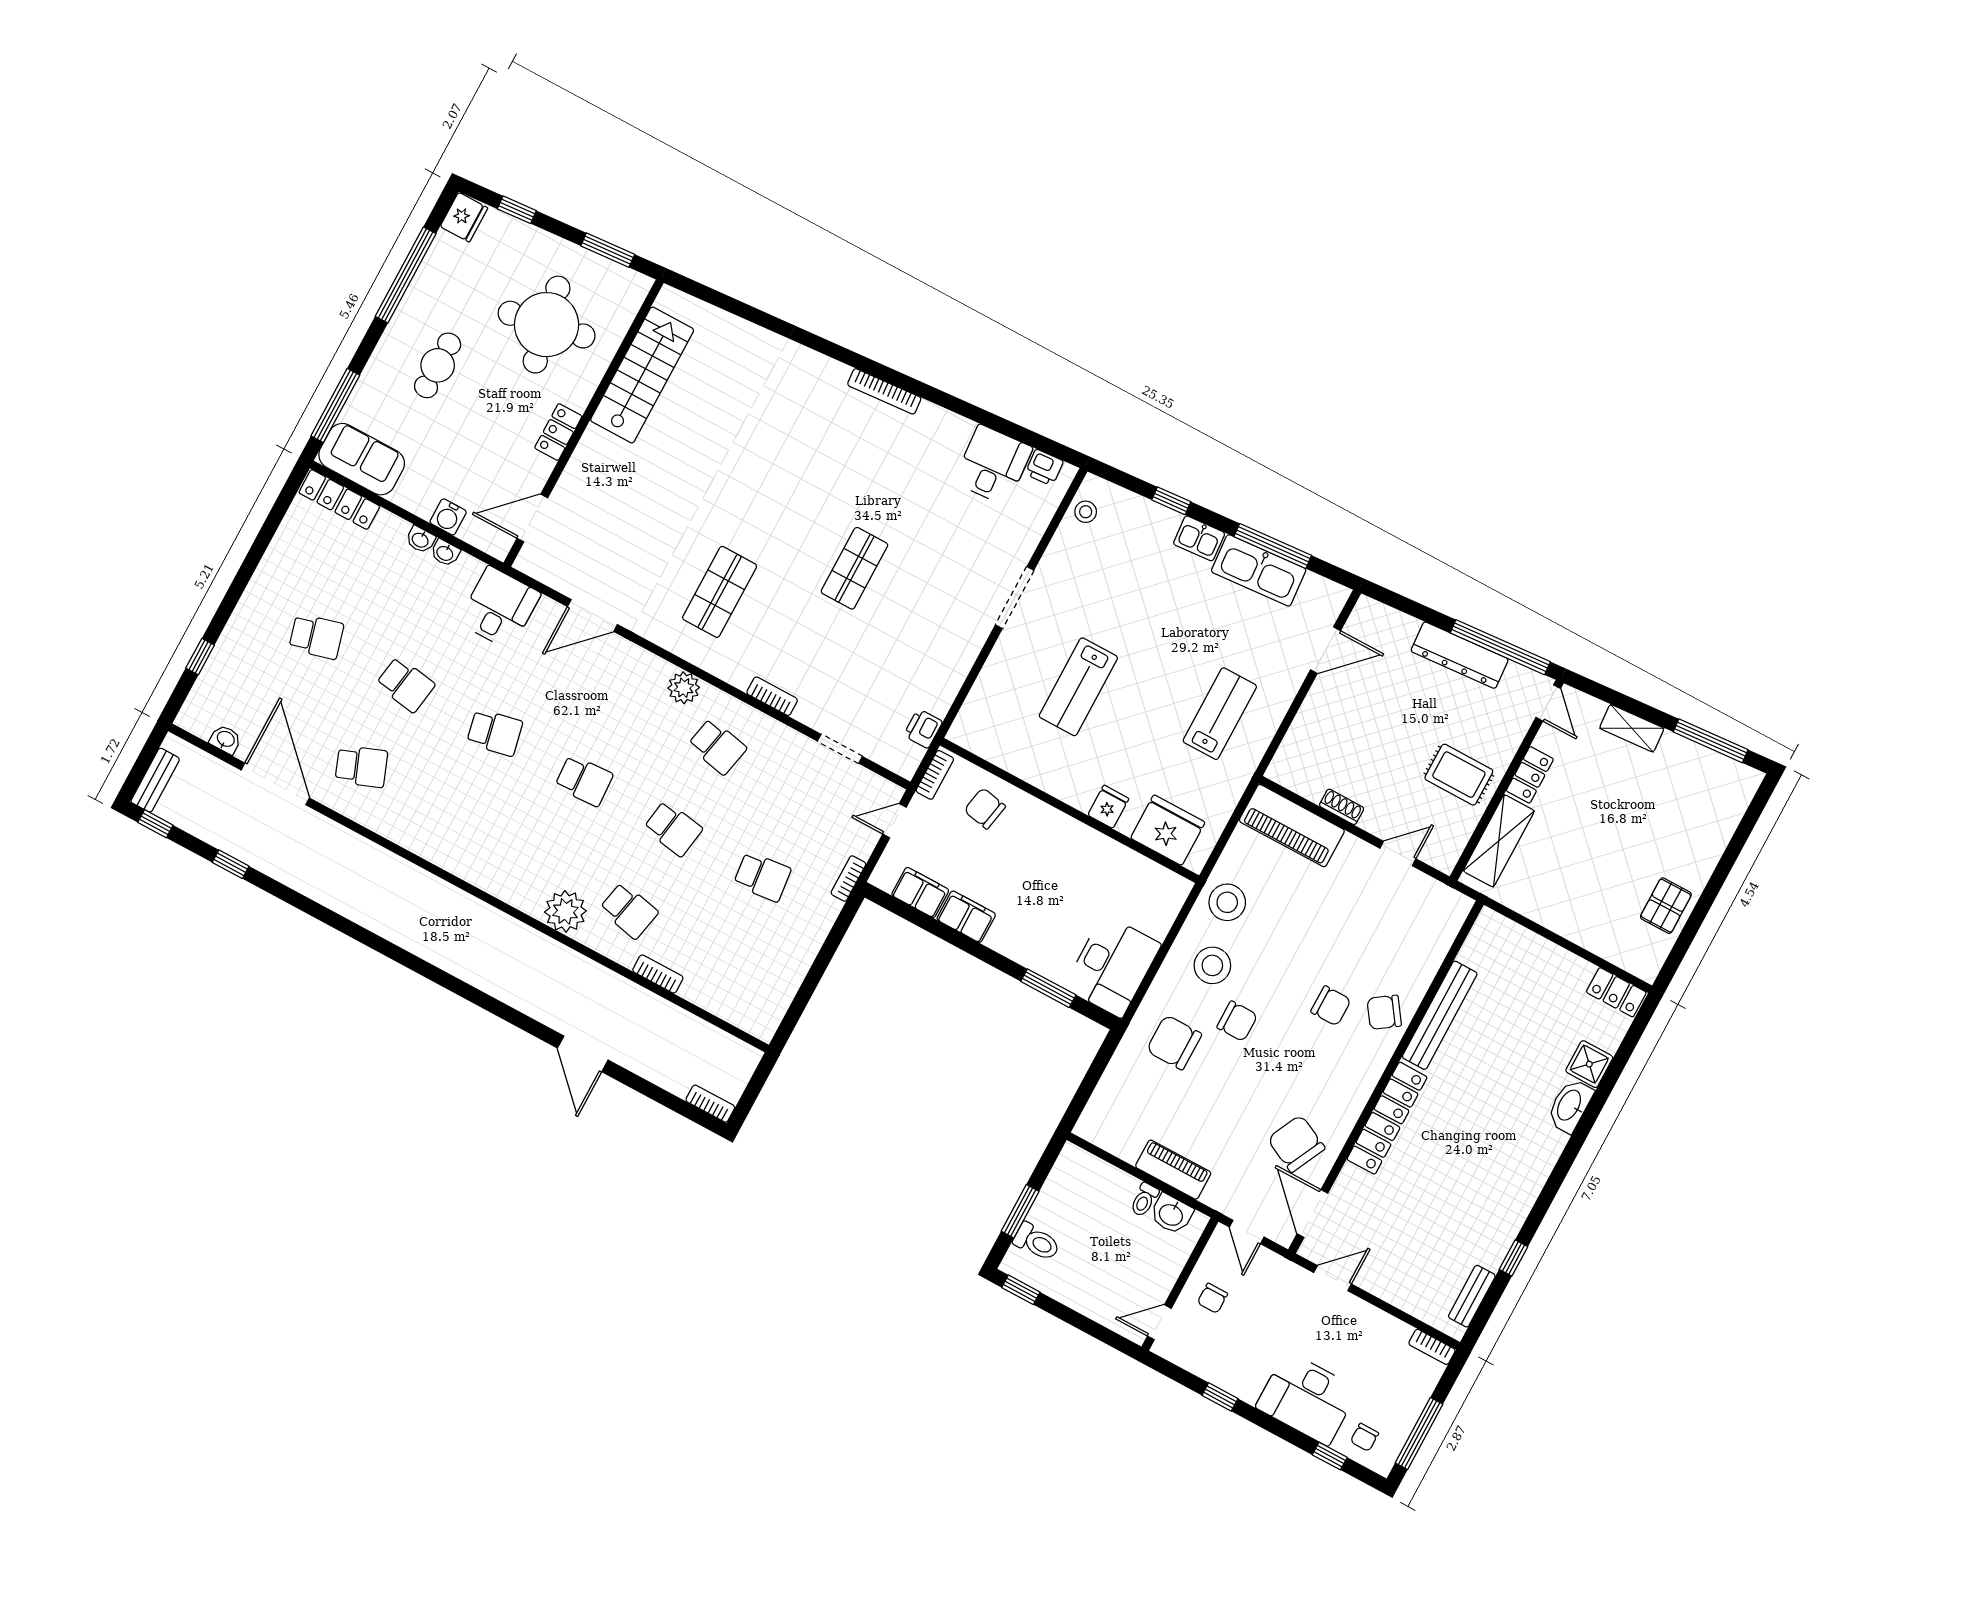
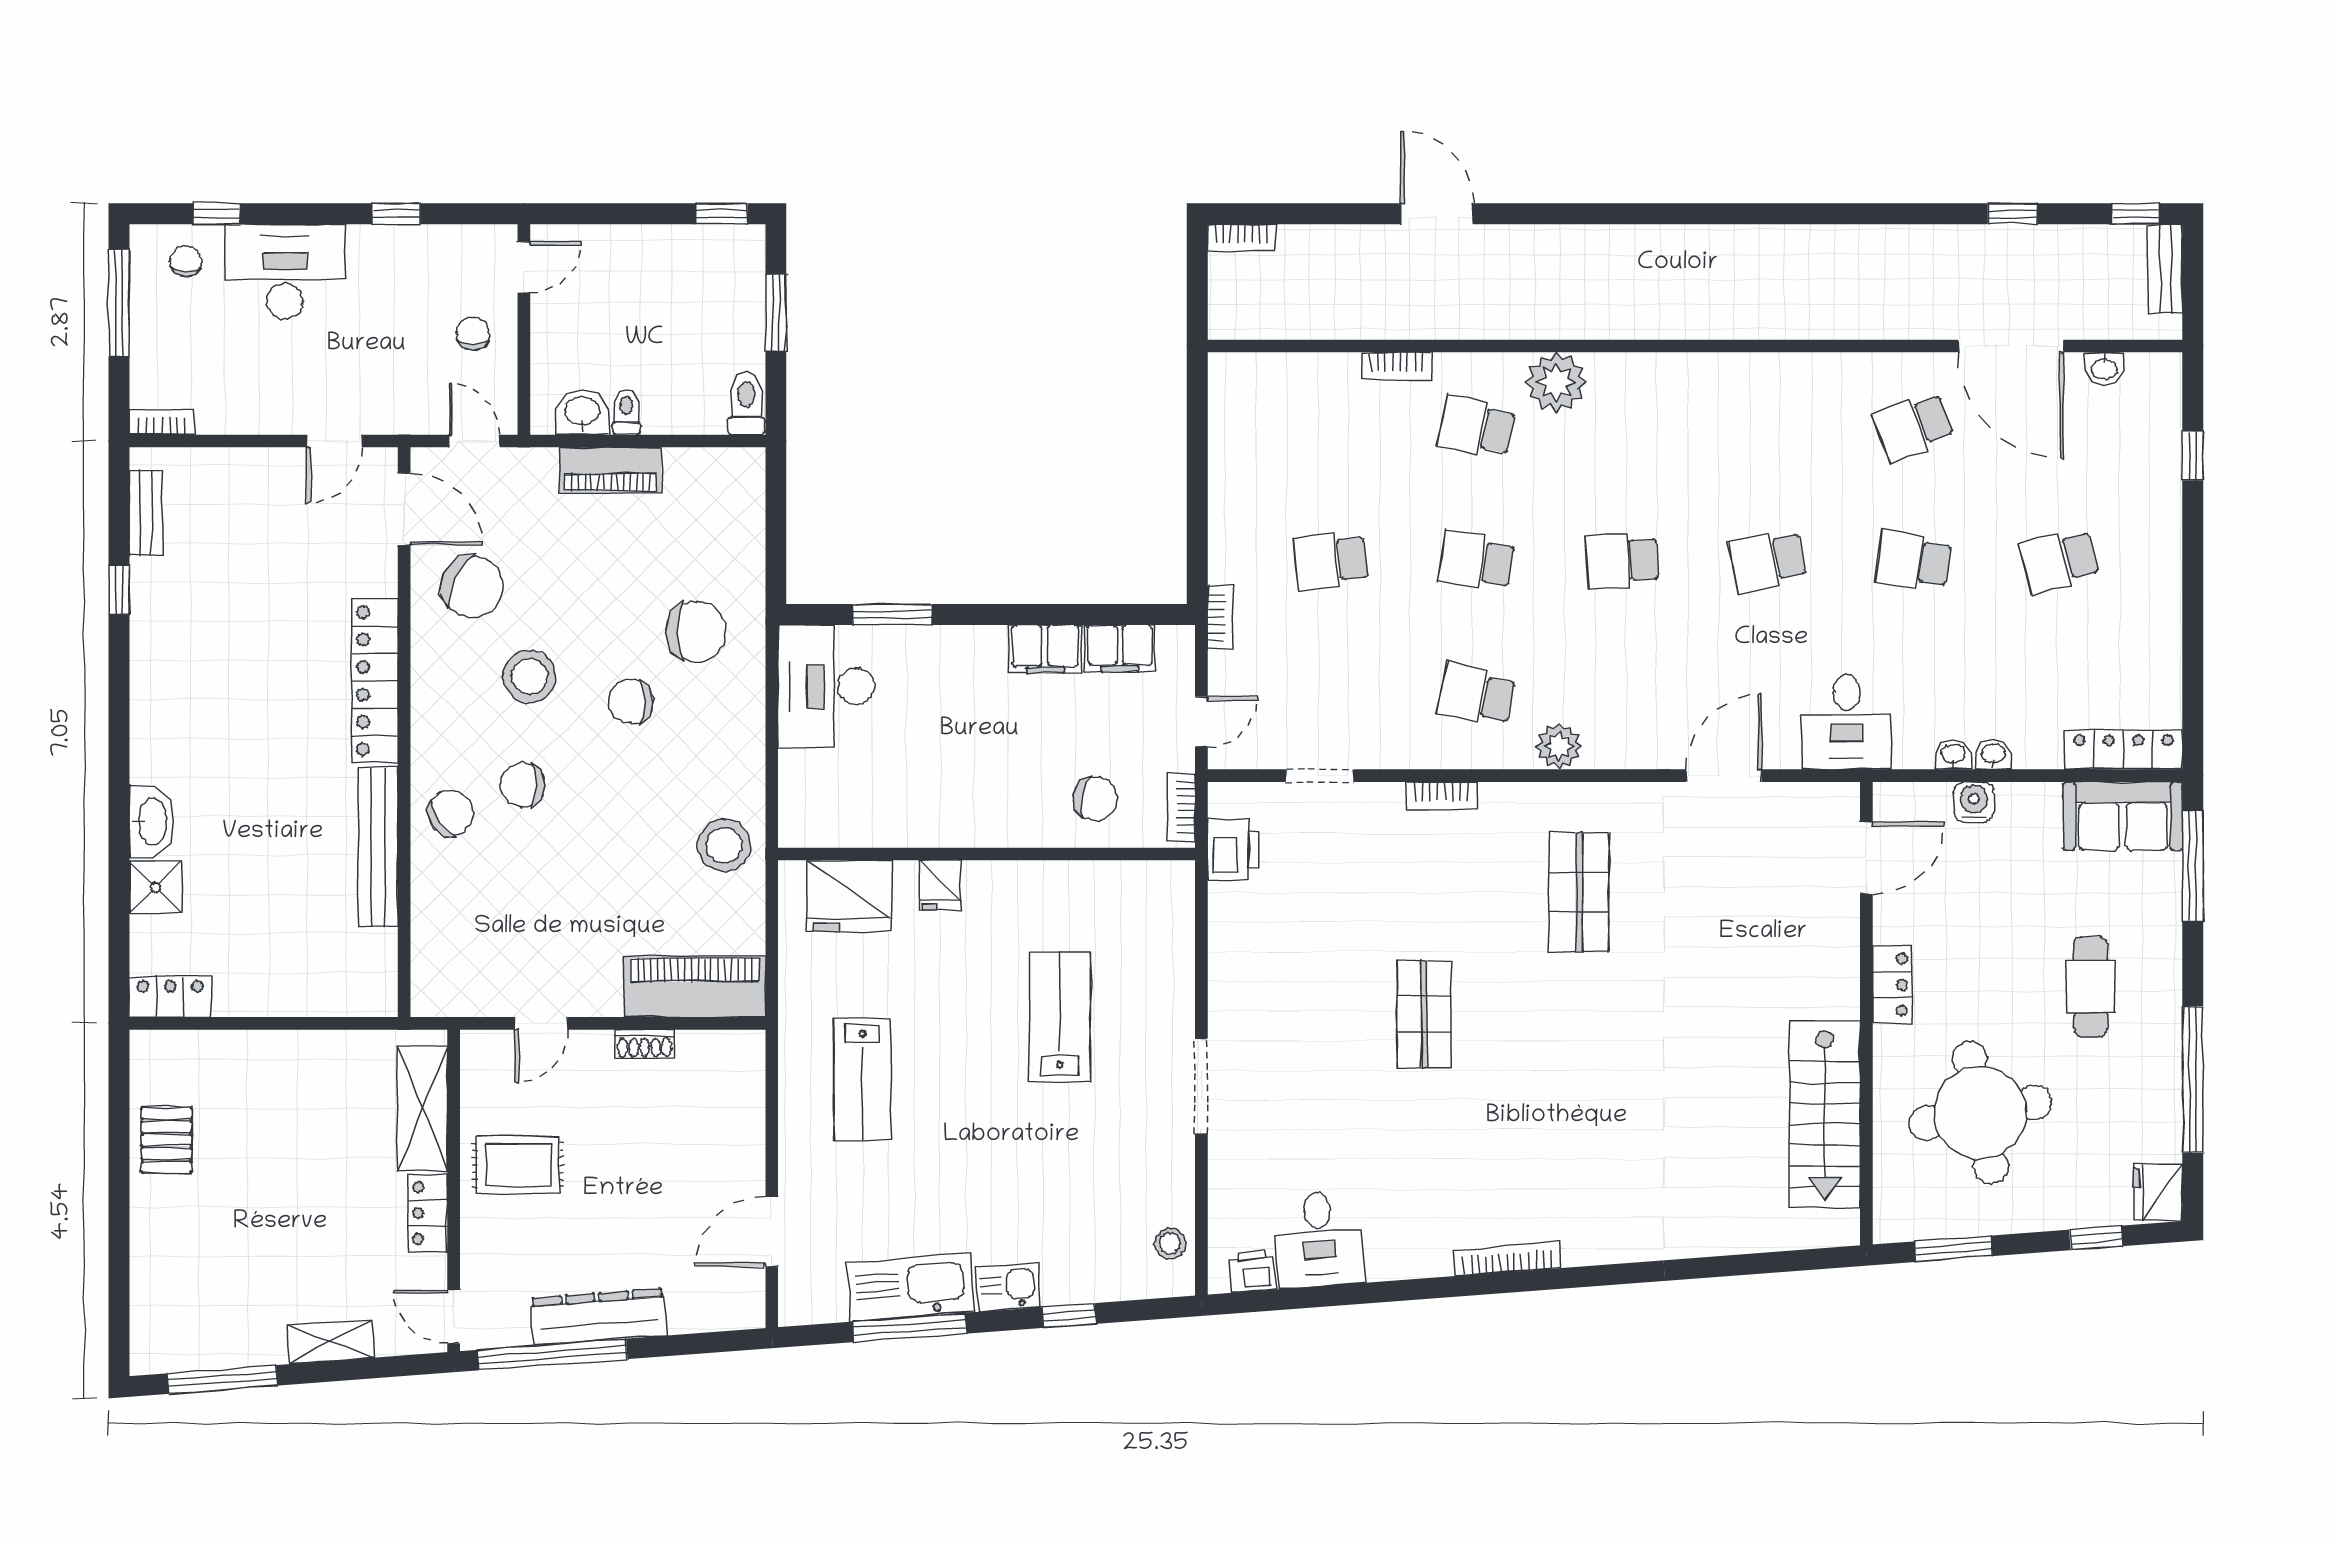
printer: (923, 728) -> (1233, 850), width x1.36, depth x1.24
stool: (1212, 965) -> (529, 677), moved
toilet: (1037, 1242) -> (746, 403), moved, turned 90

